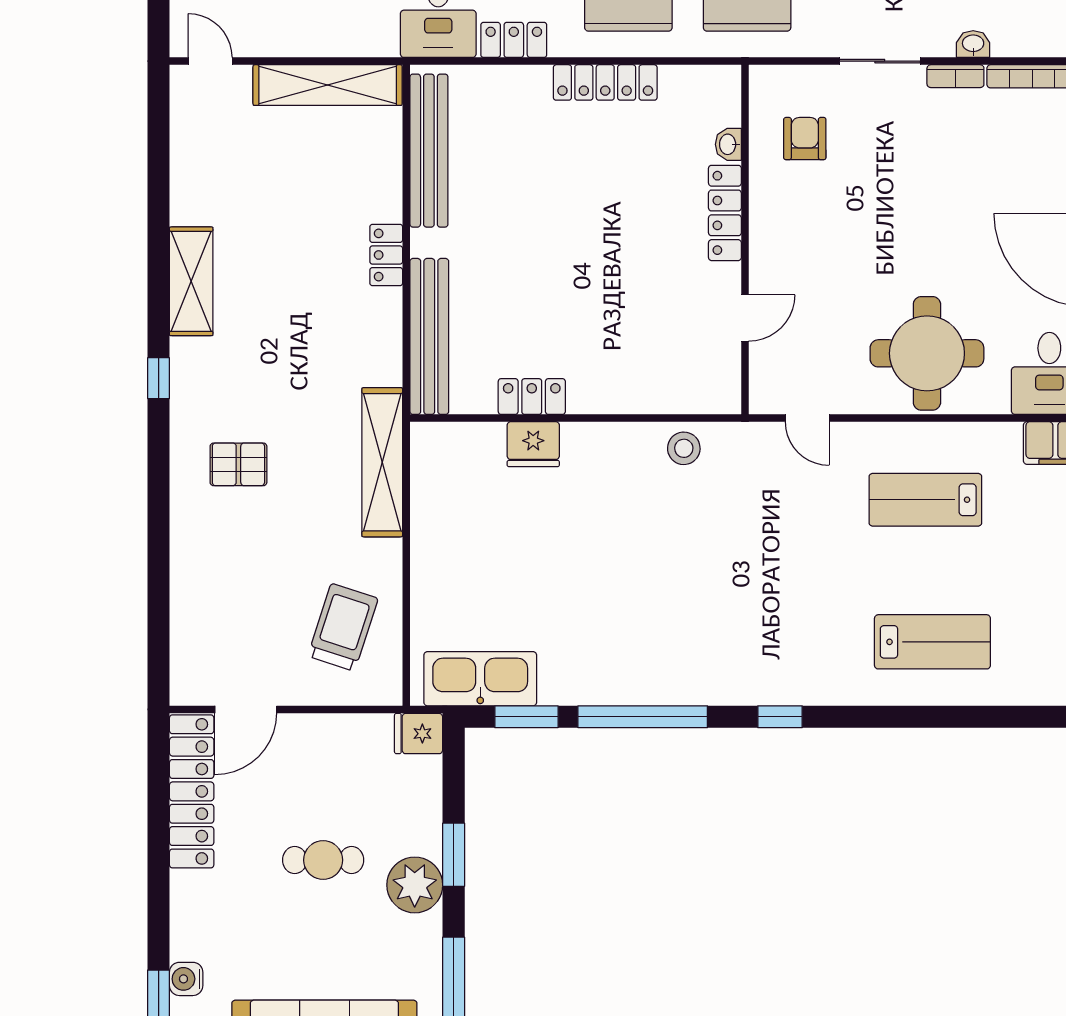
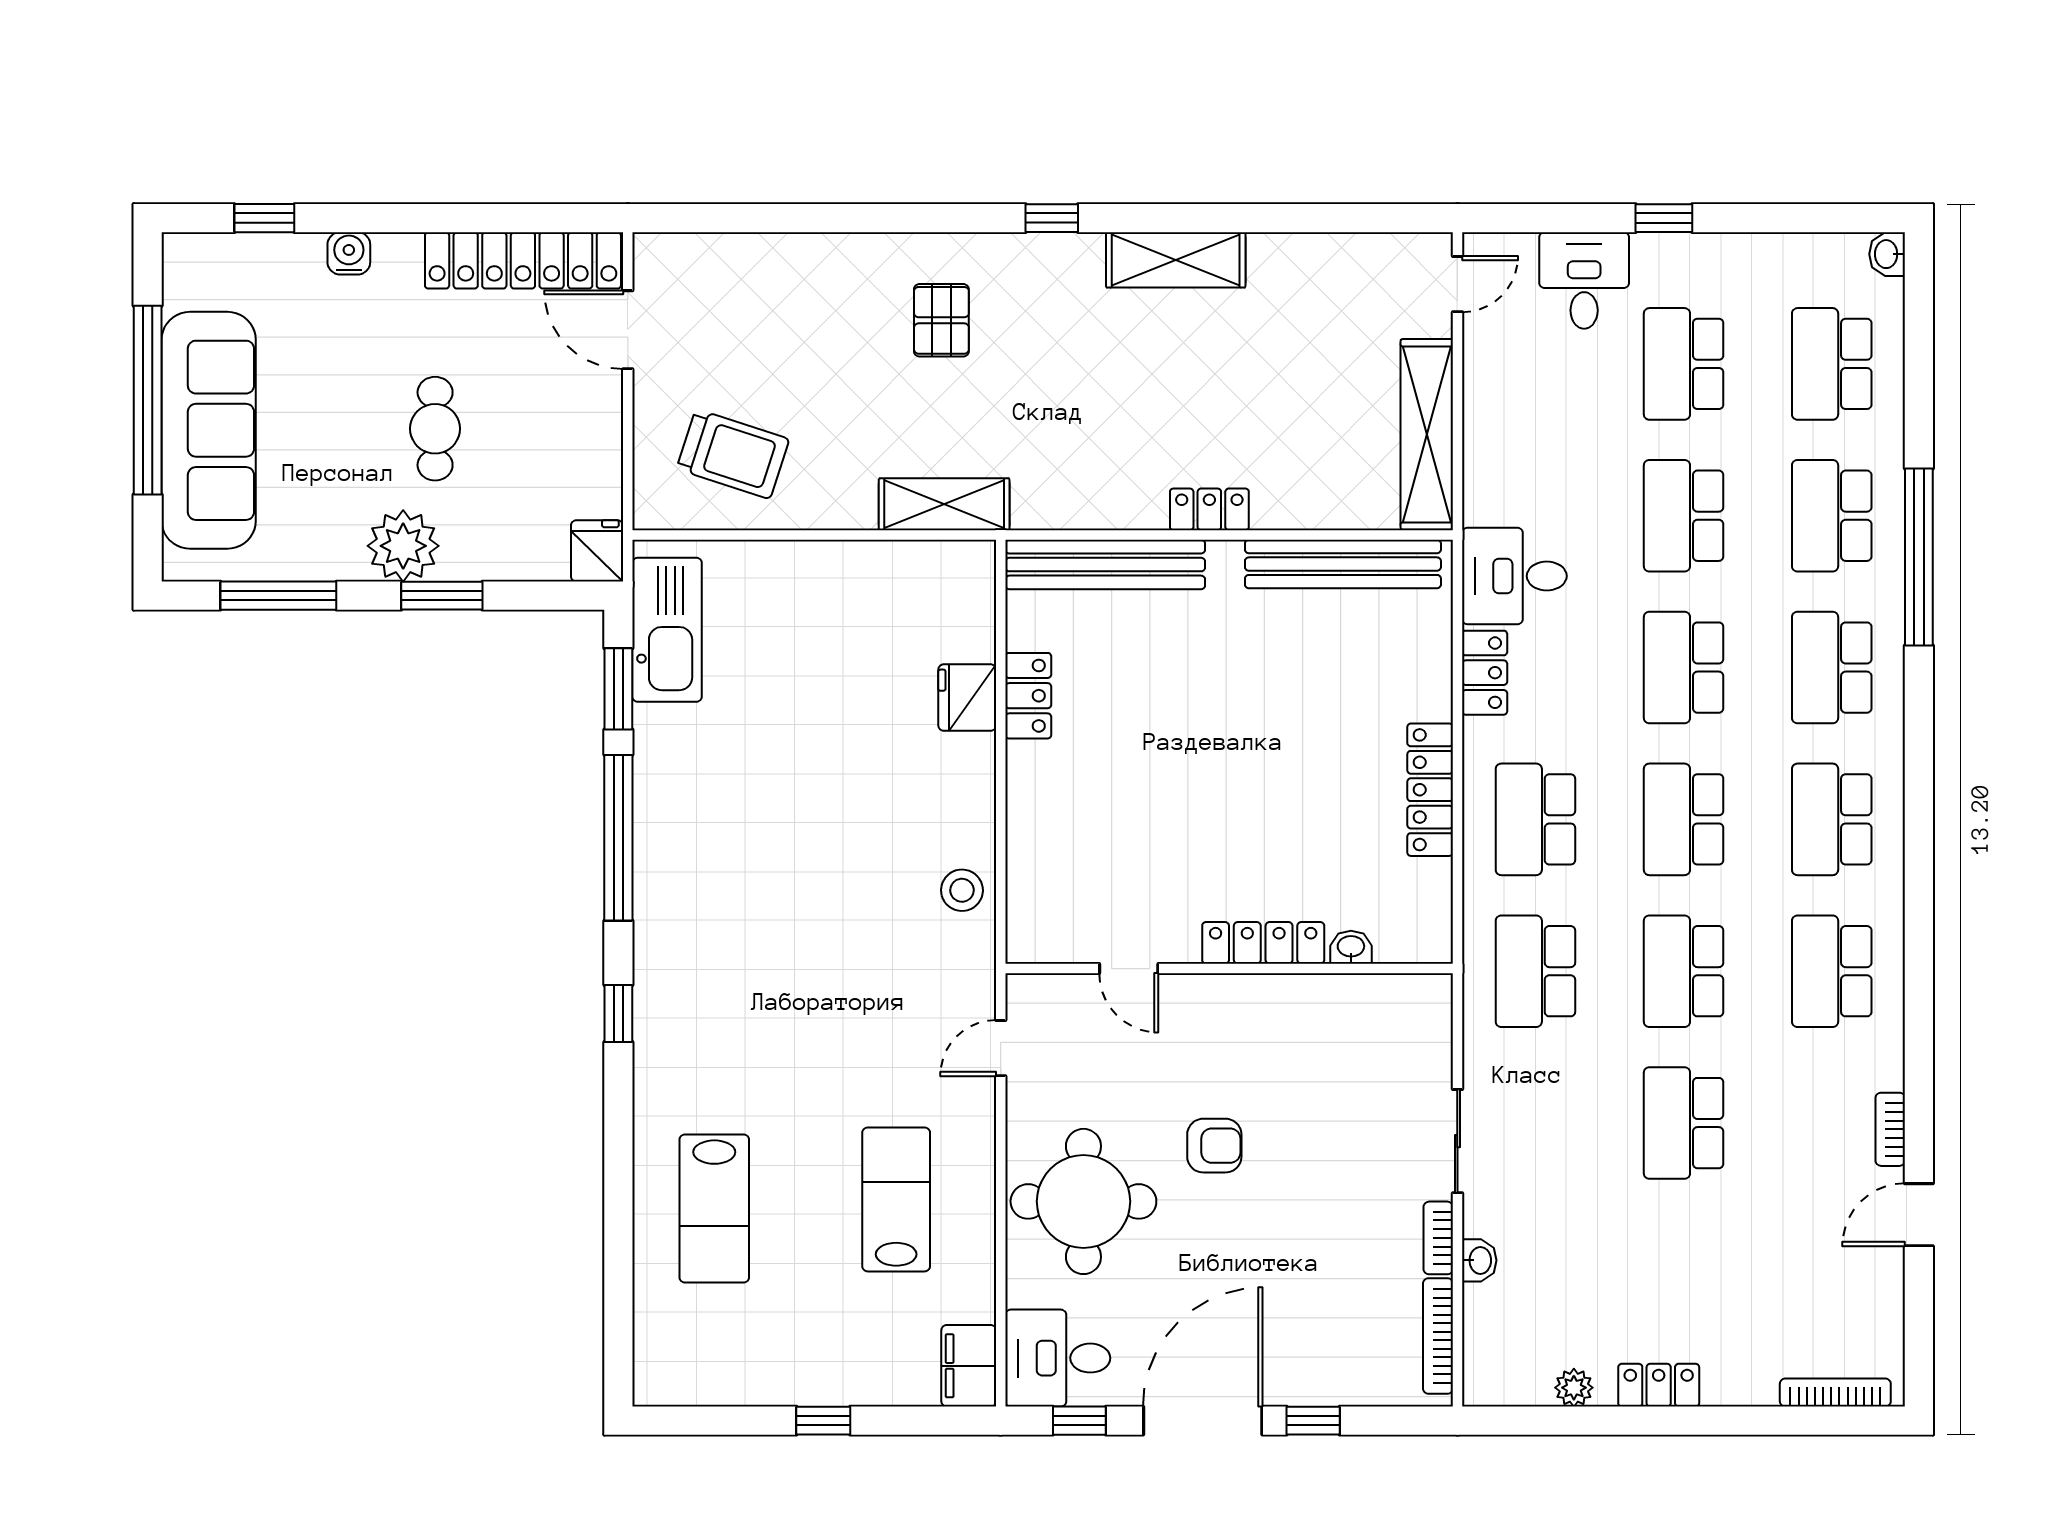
armchair: (805, 139) -> (1214, 1146), moved
shelving: (382, 462) -> (944, 504), width x0.68
water cooler: (186, 979) -> (349, 253), moved

